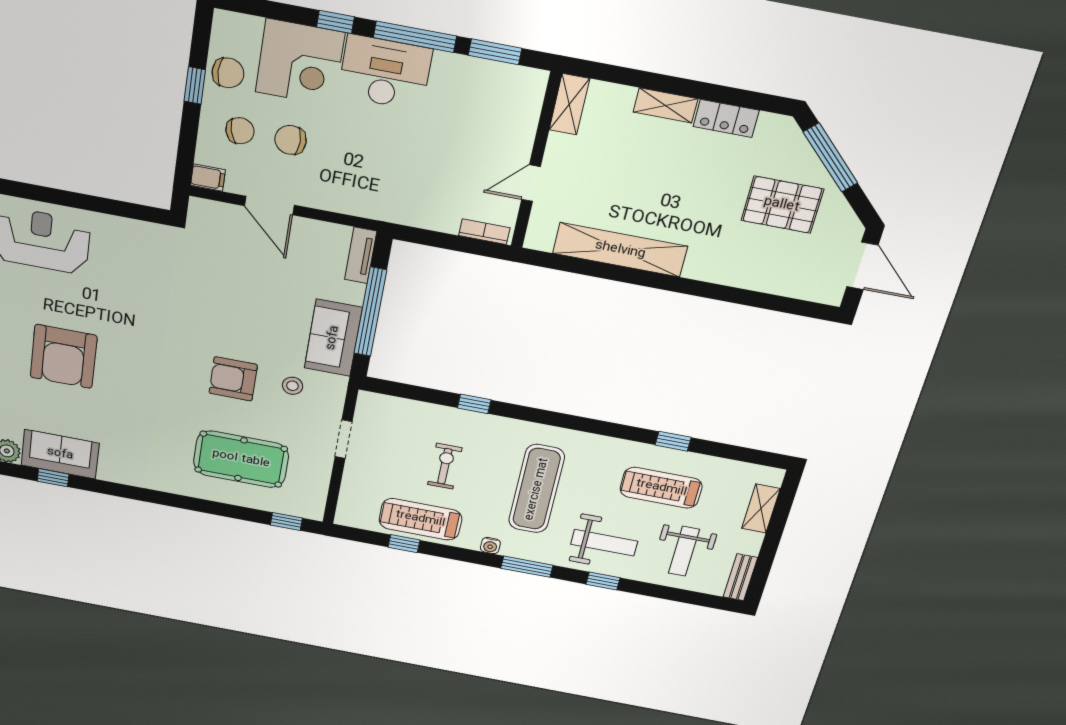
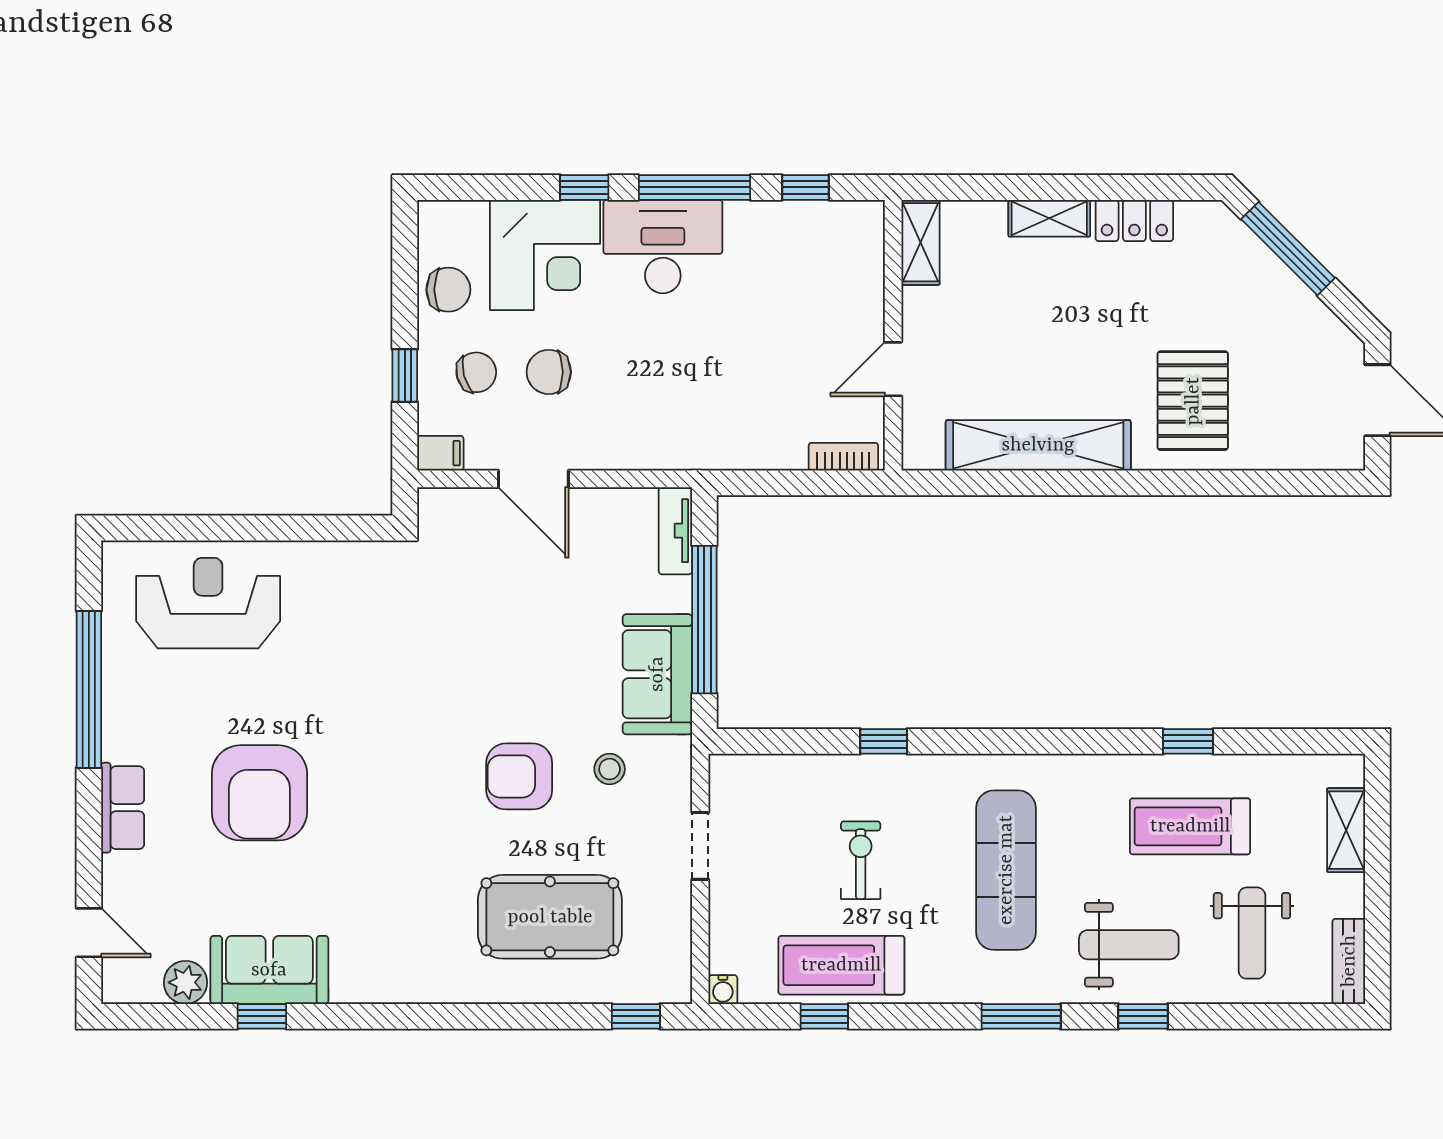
window: (495, 52) -> (805, 187), width x0.67
window: (195, 85) -> (405, 376), moved
pallet: (782, 205) -> (1193, 401), moved, turned 90
water cooler: (490, 546) -> (723, 990), moved

